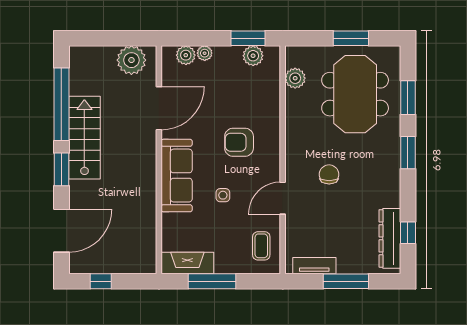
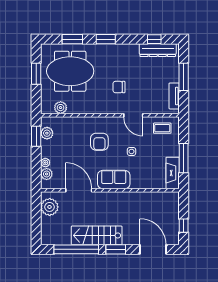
sofa: (177, 176) -> (114, 180), width x0.73

